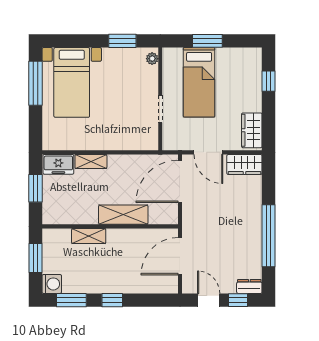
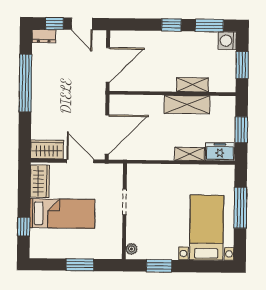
bed: (199, 82) -> (62, 213), moved, turned 90
window: (36, 83) -> (240, 208), moved
shelving: (123, 215) -> (187, 105), moved

